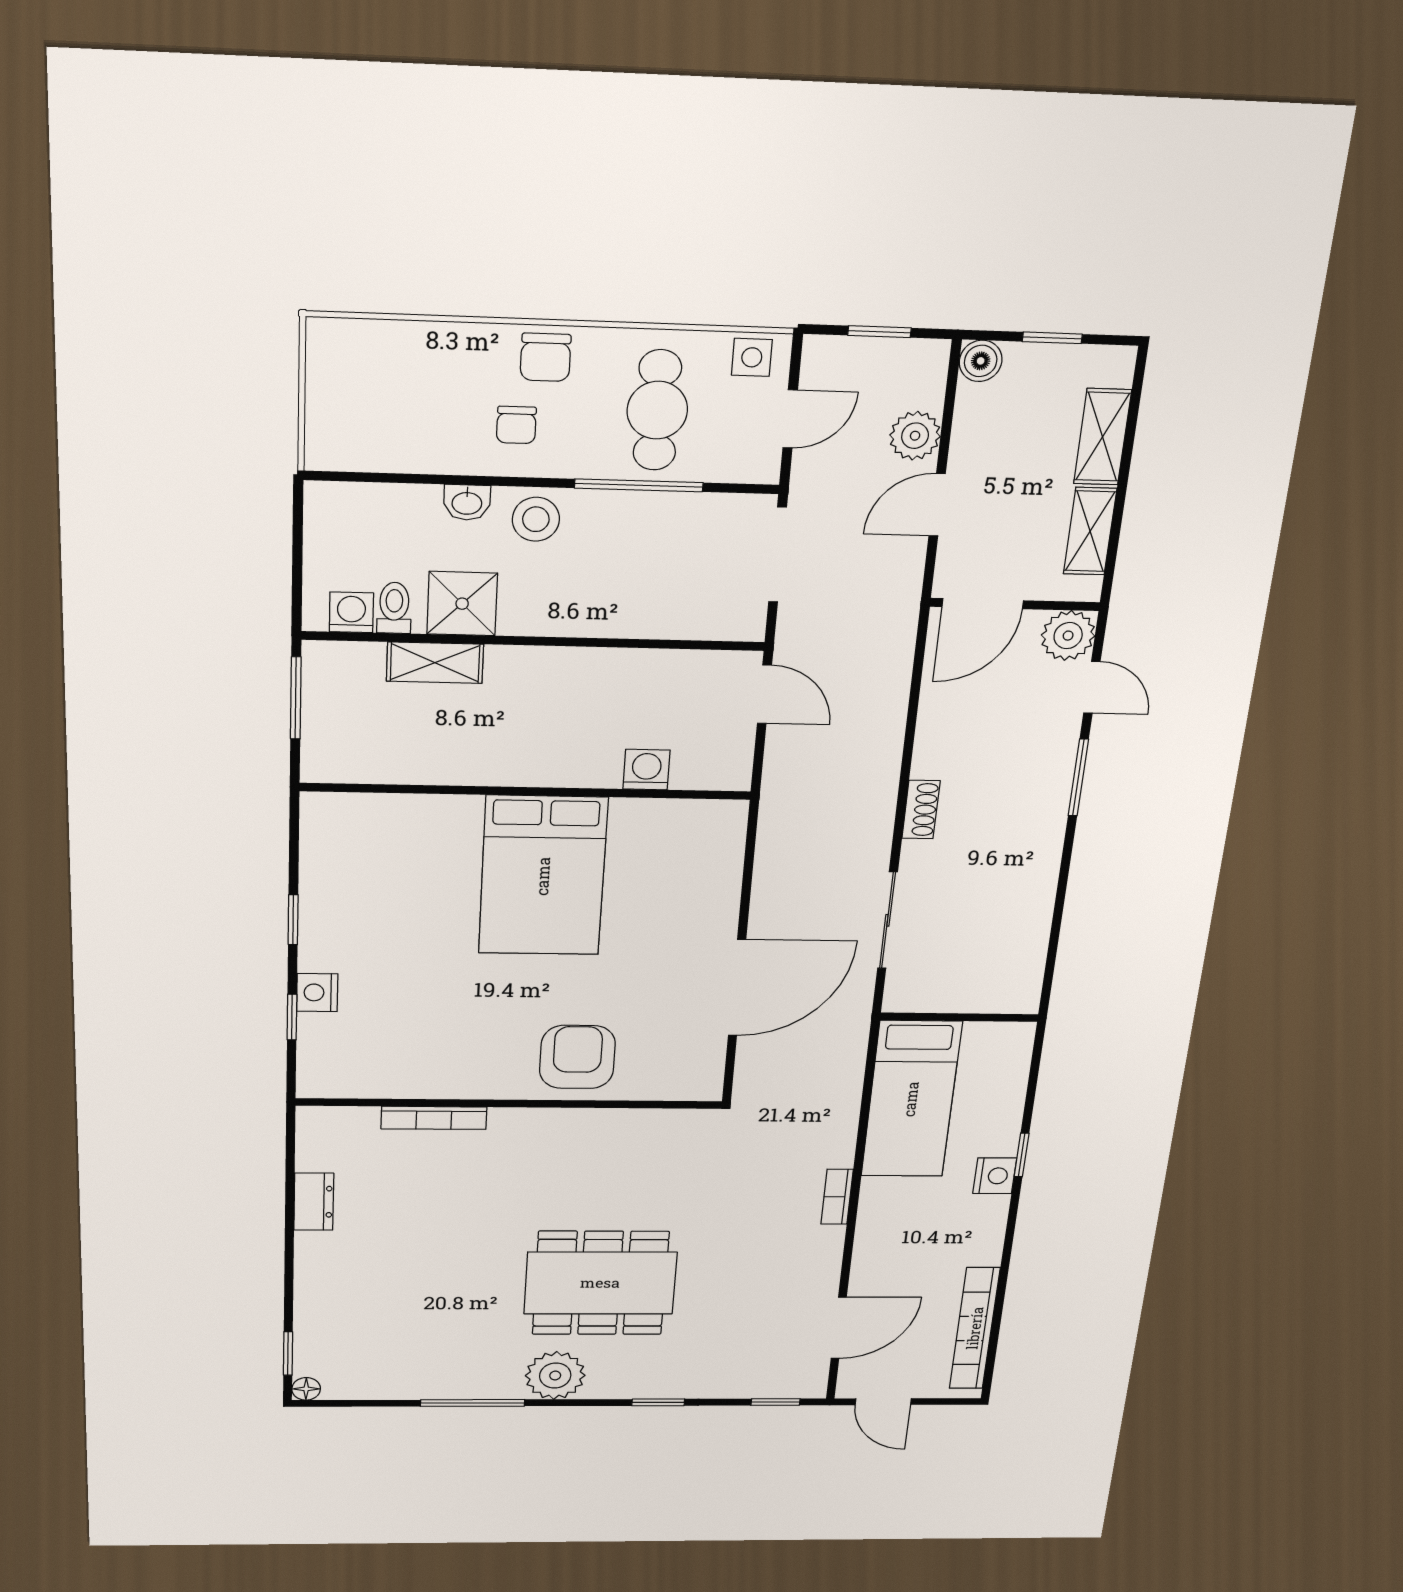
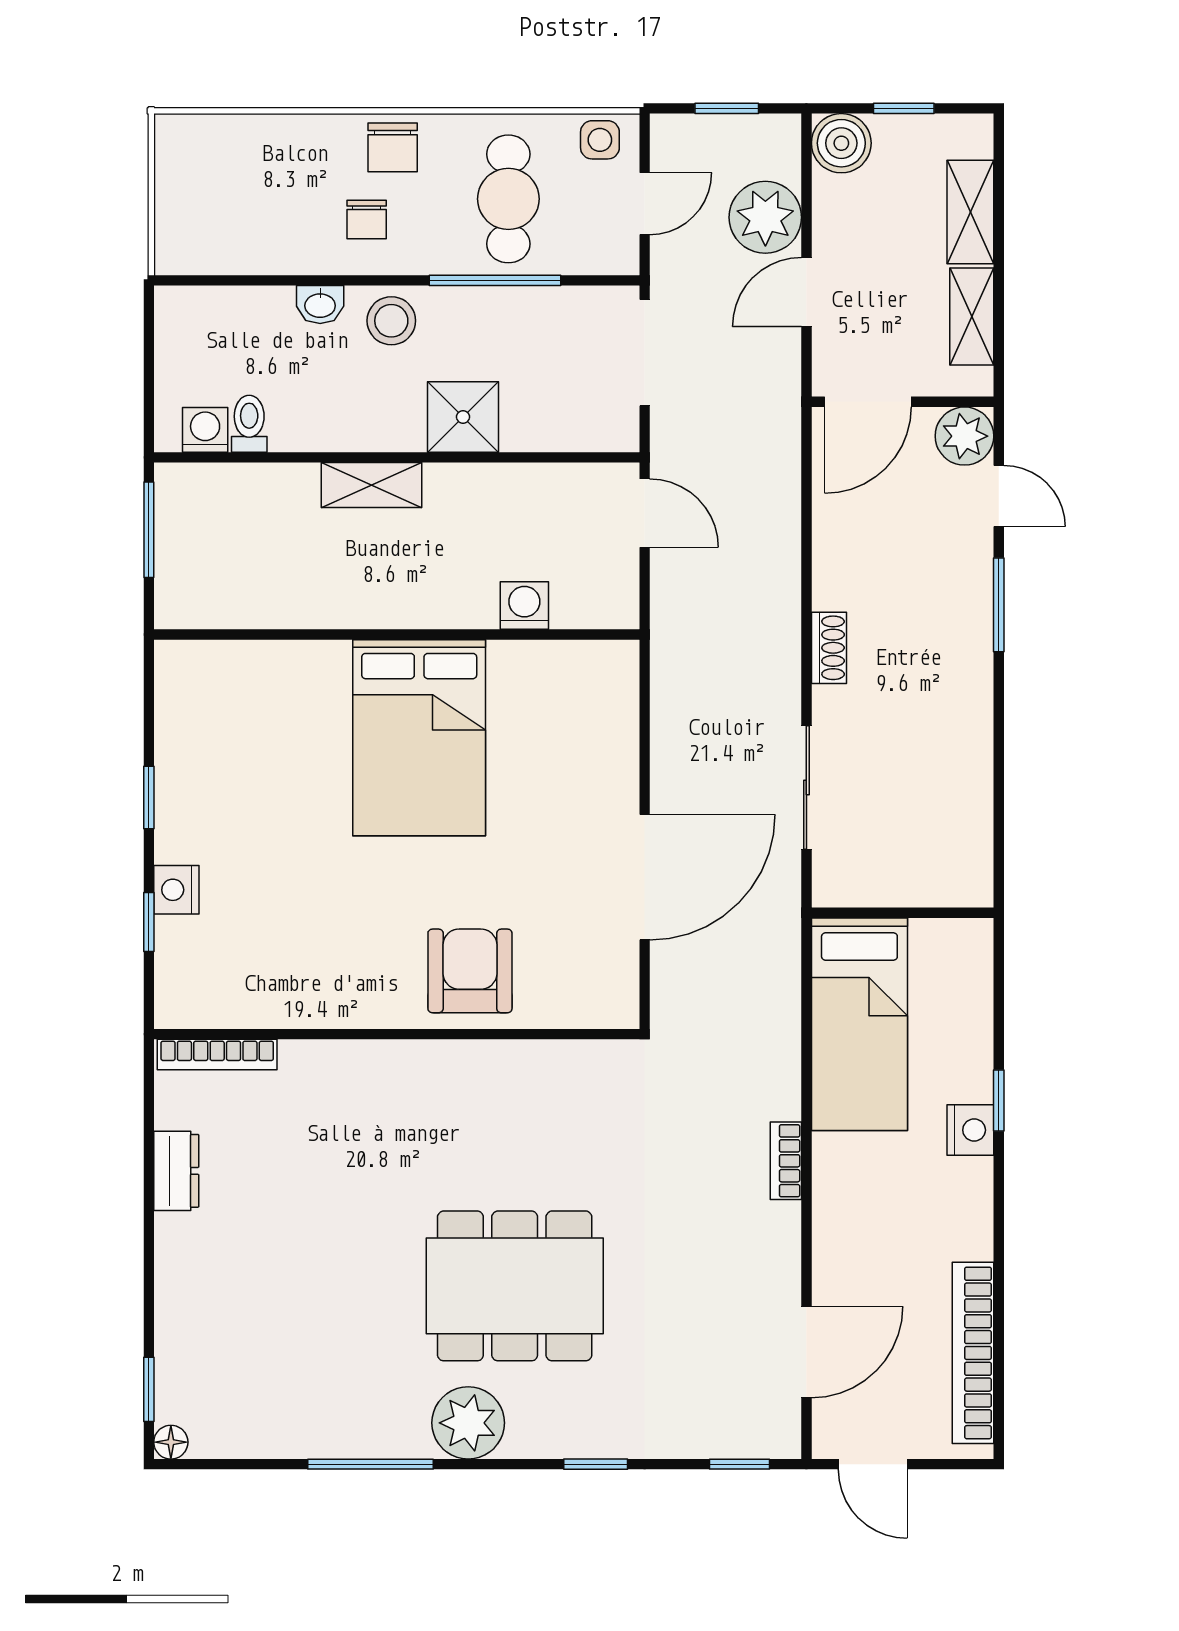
boiler: (981, 361) -> (841, 143), width x1.36, depth x1.36
plant: (915, 436) -> (765, 217), width x1.36, depth x1.36
shower: (462, 604) -> (463, 417), moved
shelving: (435, 663) -> (372, 485), moved
bookcase: (434, 1118) -> (217, 1054), moved

